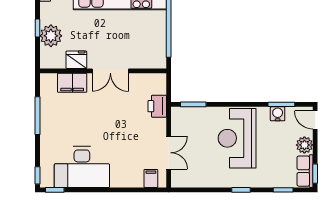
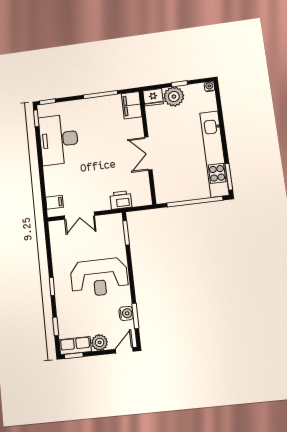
fridge: (76, 60) -> (153, 97), moved, turned 90
filing cabinet: (72, 83) -> (132, 105), moved
reception desk: (237, 138) -> (99, 277), turned 180

